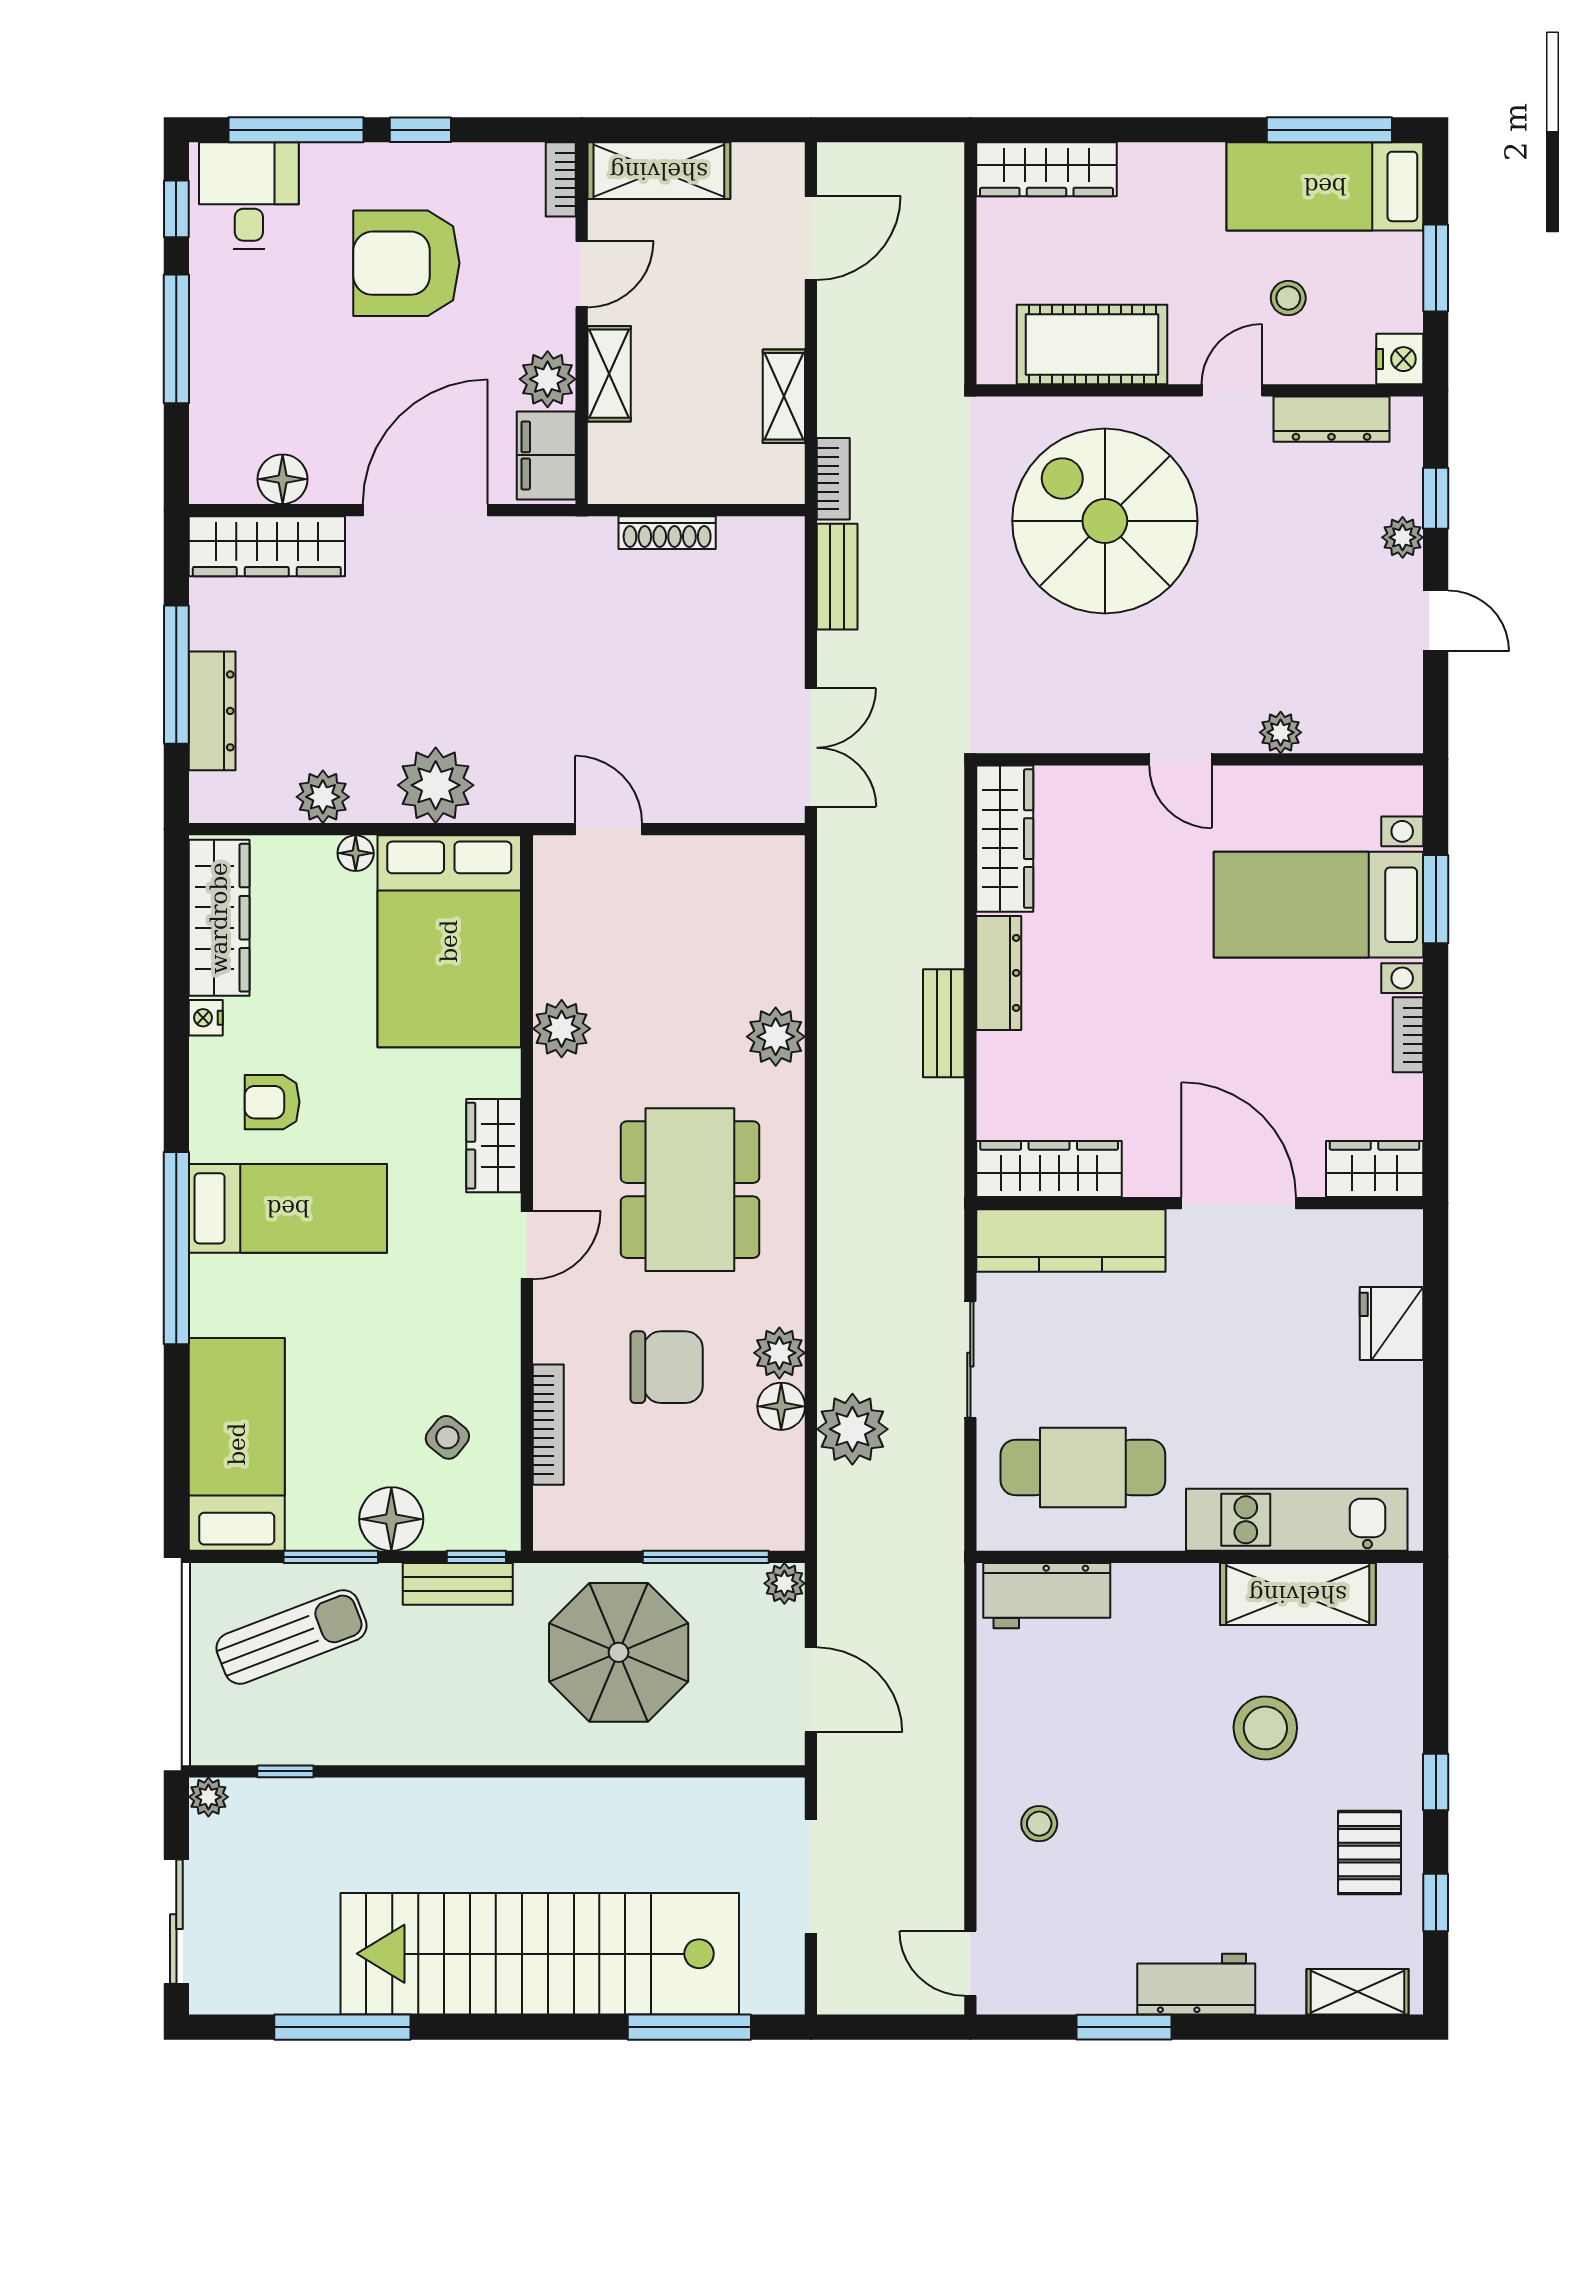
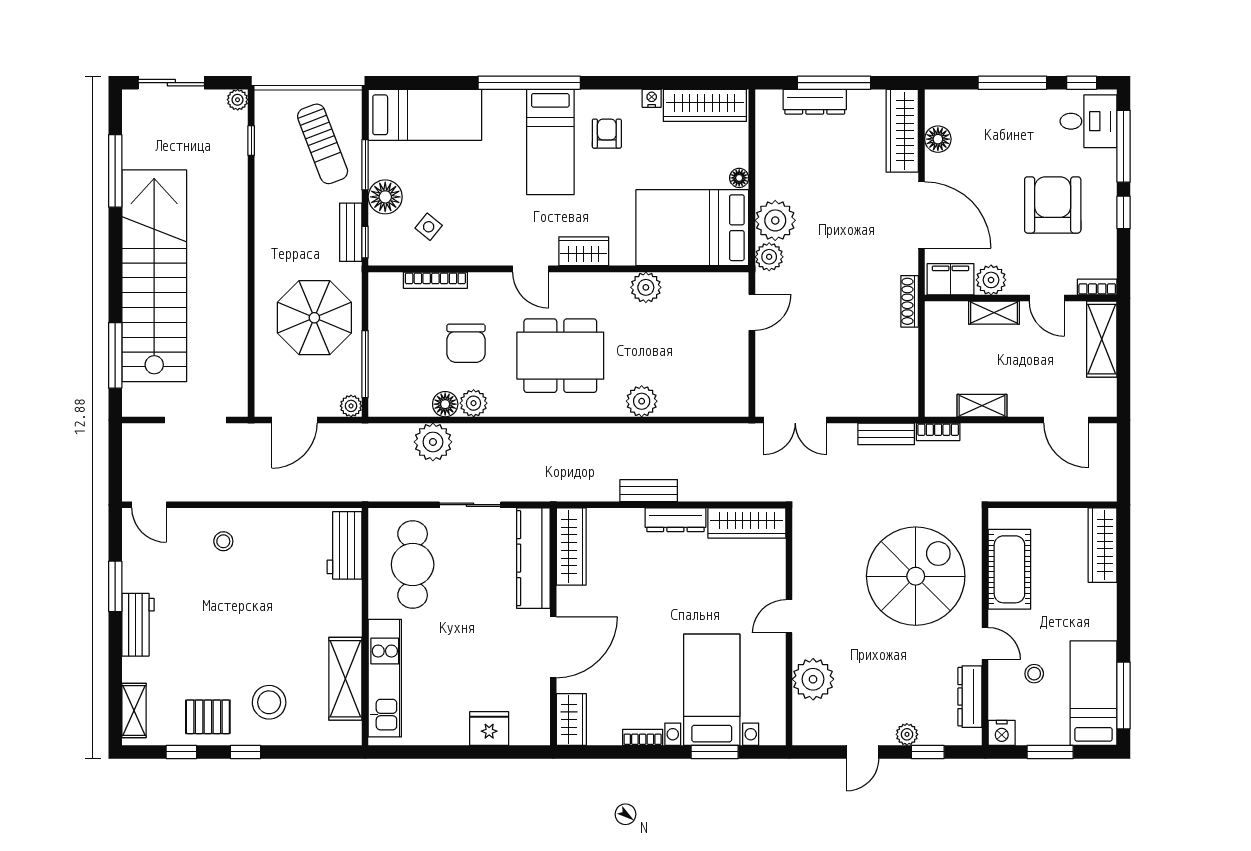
shoe rack: (667, 533) -> (910, 301), moved
plant: (1281, 732) -> (813, 679), width x1.88, depth x1.88
plant: (323, 797) -> (769, 257), moved
stool: (1265, 1728) -> (269, 702), moved
door: (970, 1963) -> (149, 505), swing flipped

